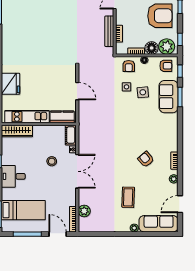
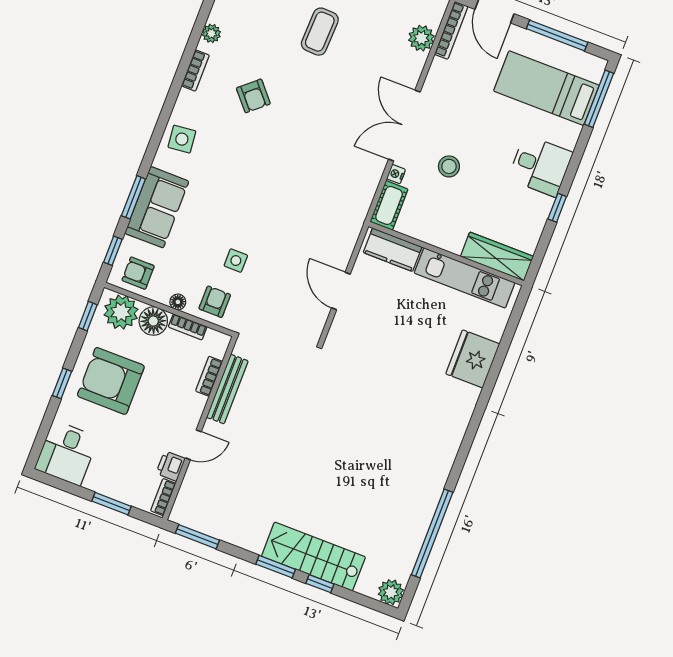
side table: (143, 92) -> (182, 139), moved

